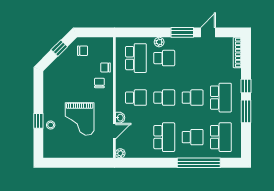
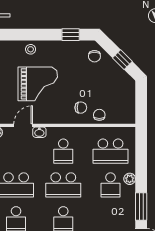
chair: (83, 51) -> (94, 56), moved
school desk: (164, 98) -> (63, 185), width x1.85
grand piano: (80, 119) -> (38, 84), turned 180
window: (38, 121) -> (71, 35), moved
door: (114, 131) -> (23, 125), swing flipped

